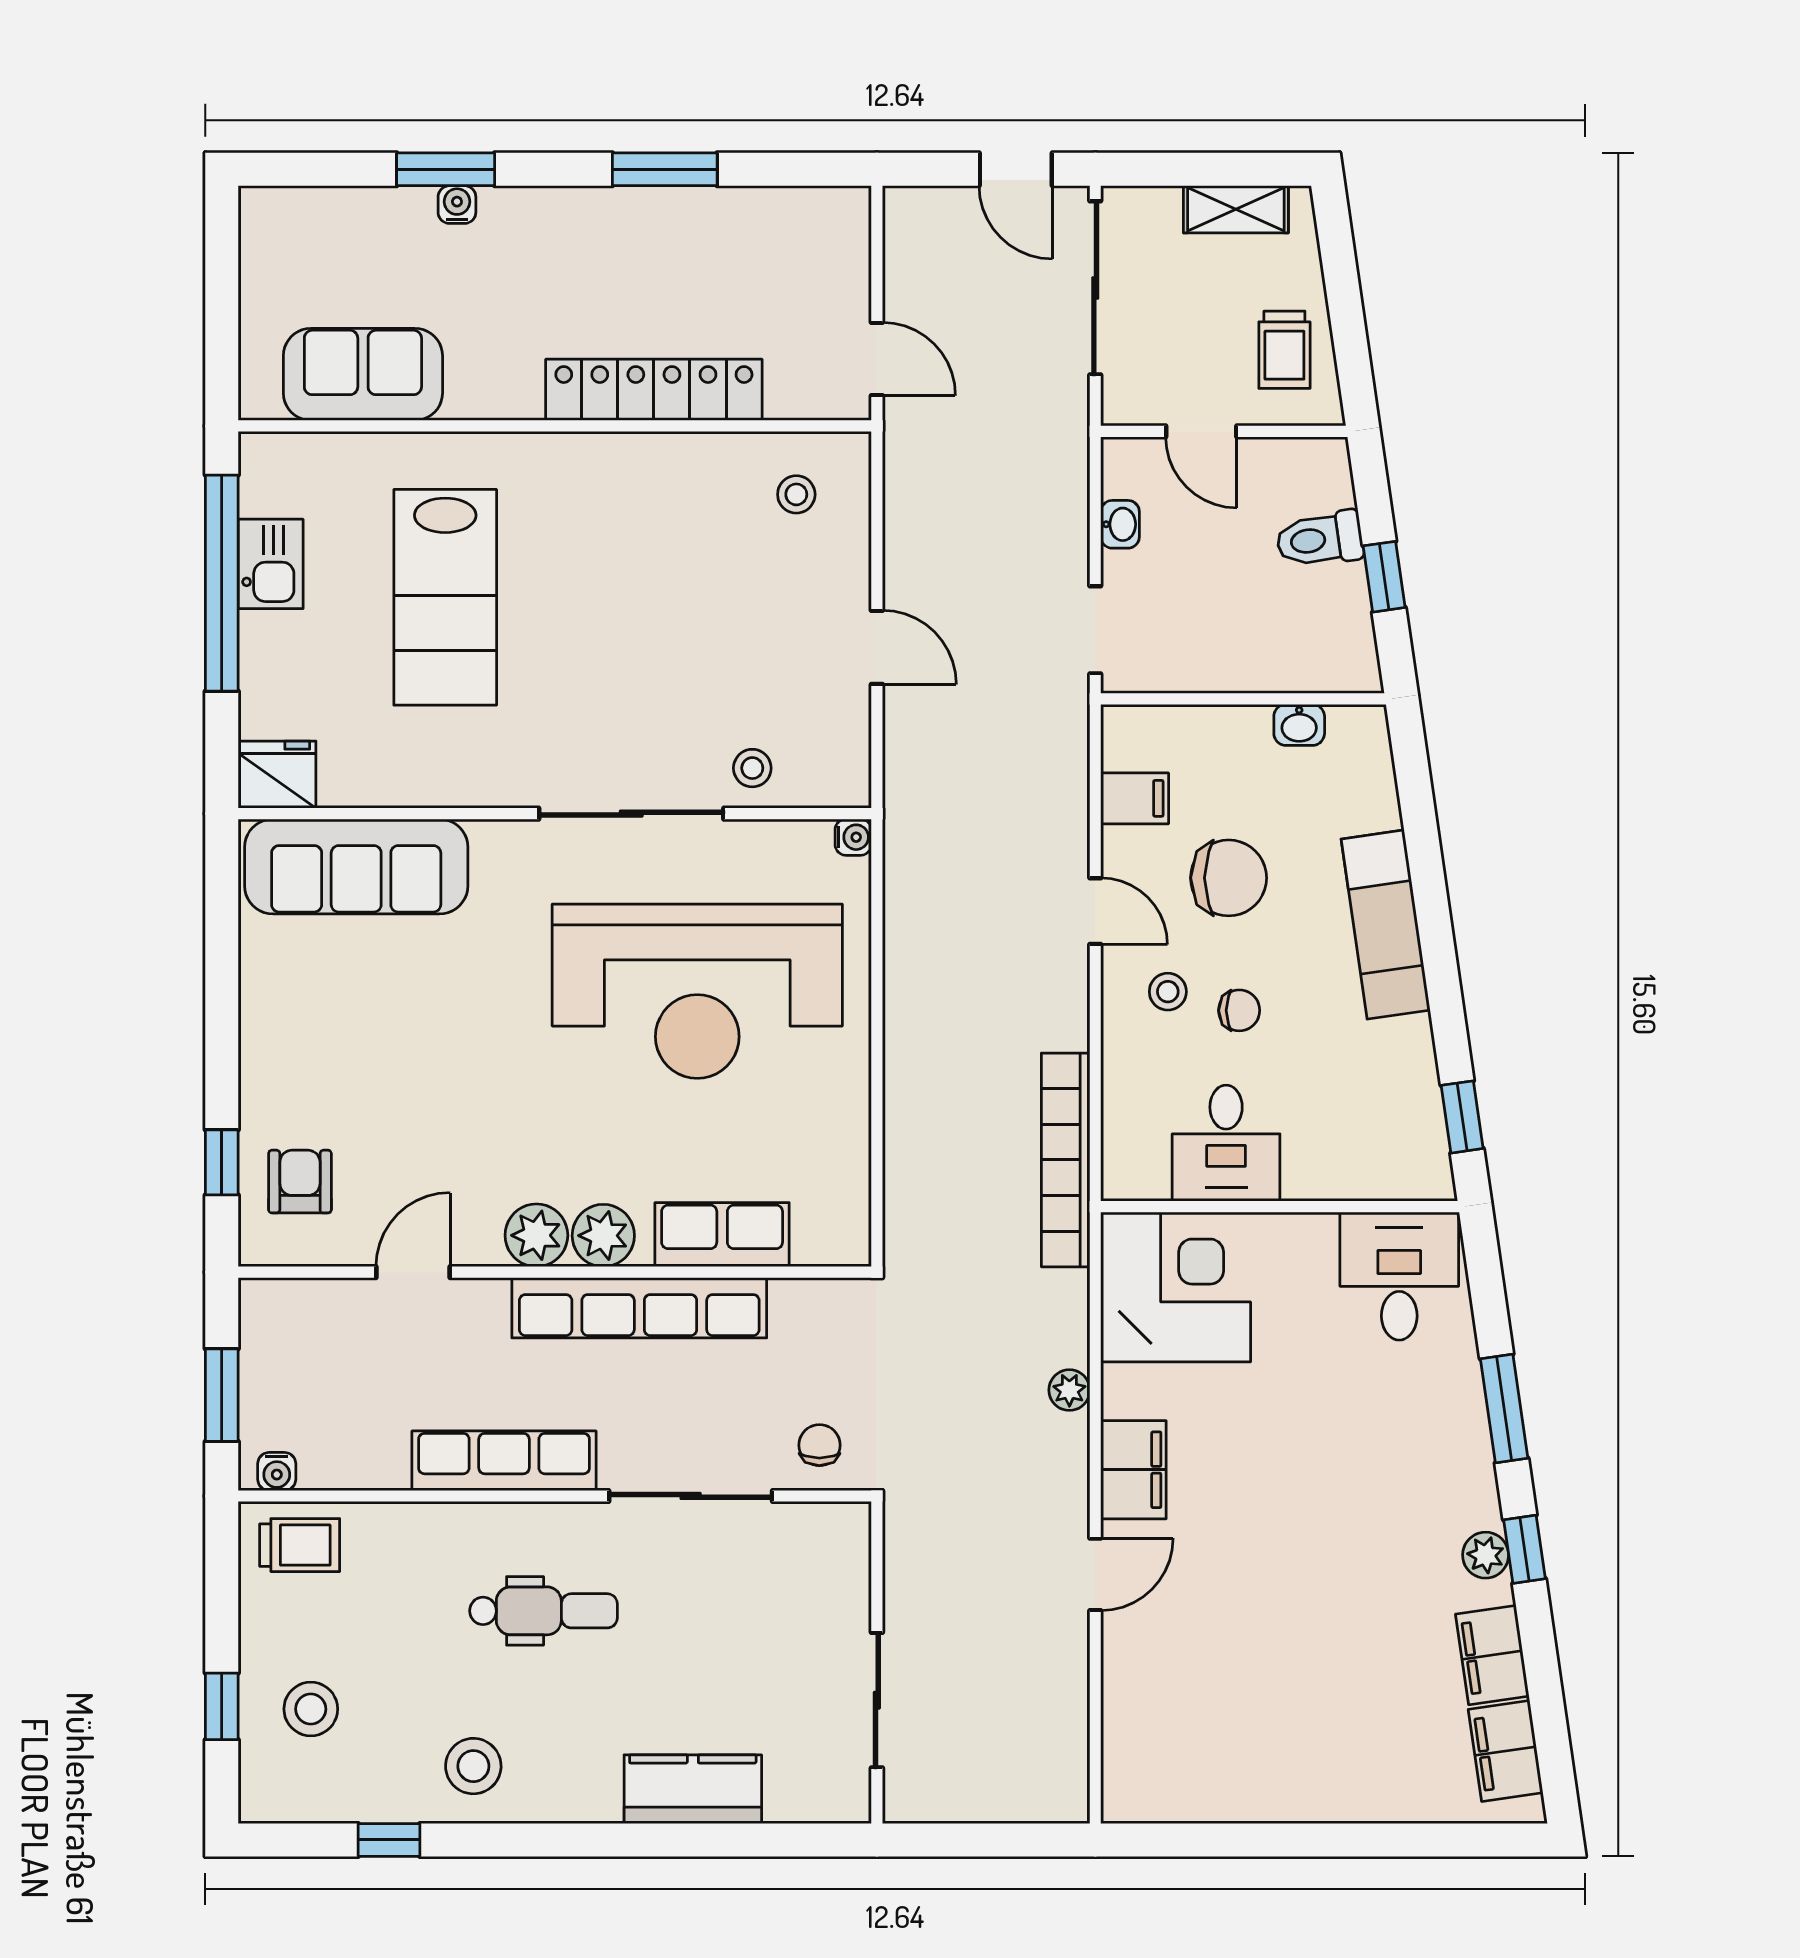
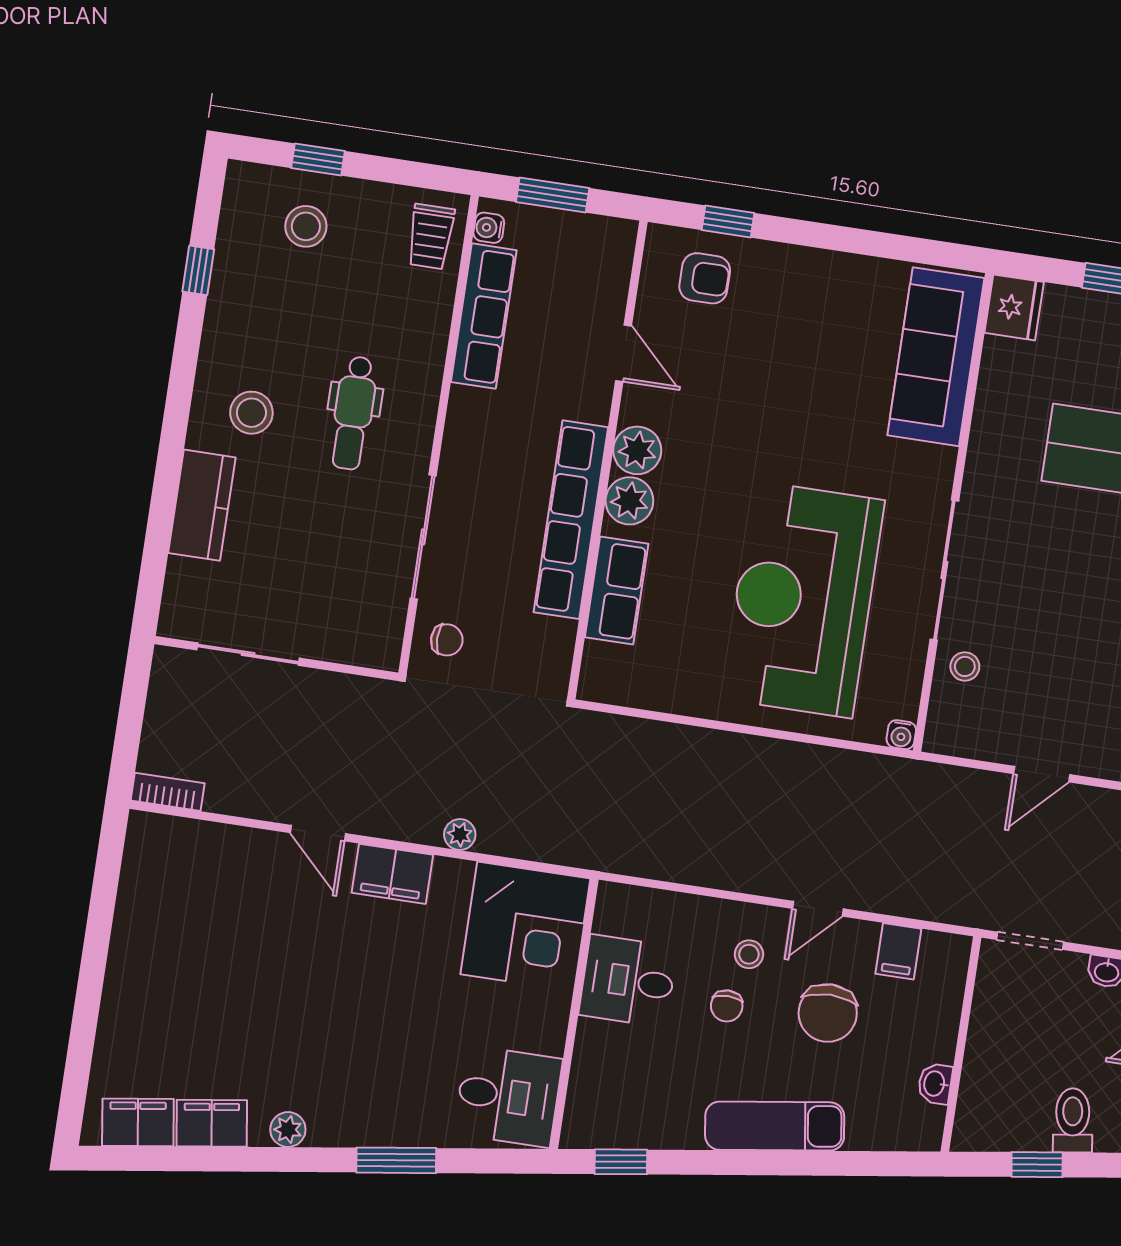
bookcase: (1066, 1160) -> (168, 792), moved, width x0.43, depth x0.76
row of seats: (504, 1461) -> (484, 316), moved
window: (1524, 1549) -> (288, 1160), removed
stool: (473, 1766) -> (251, 413), moved

